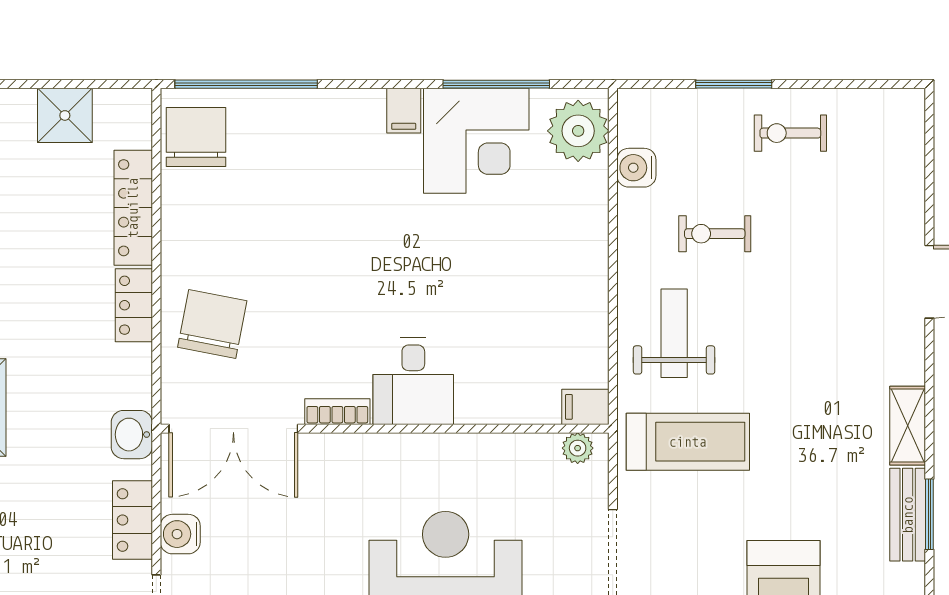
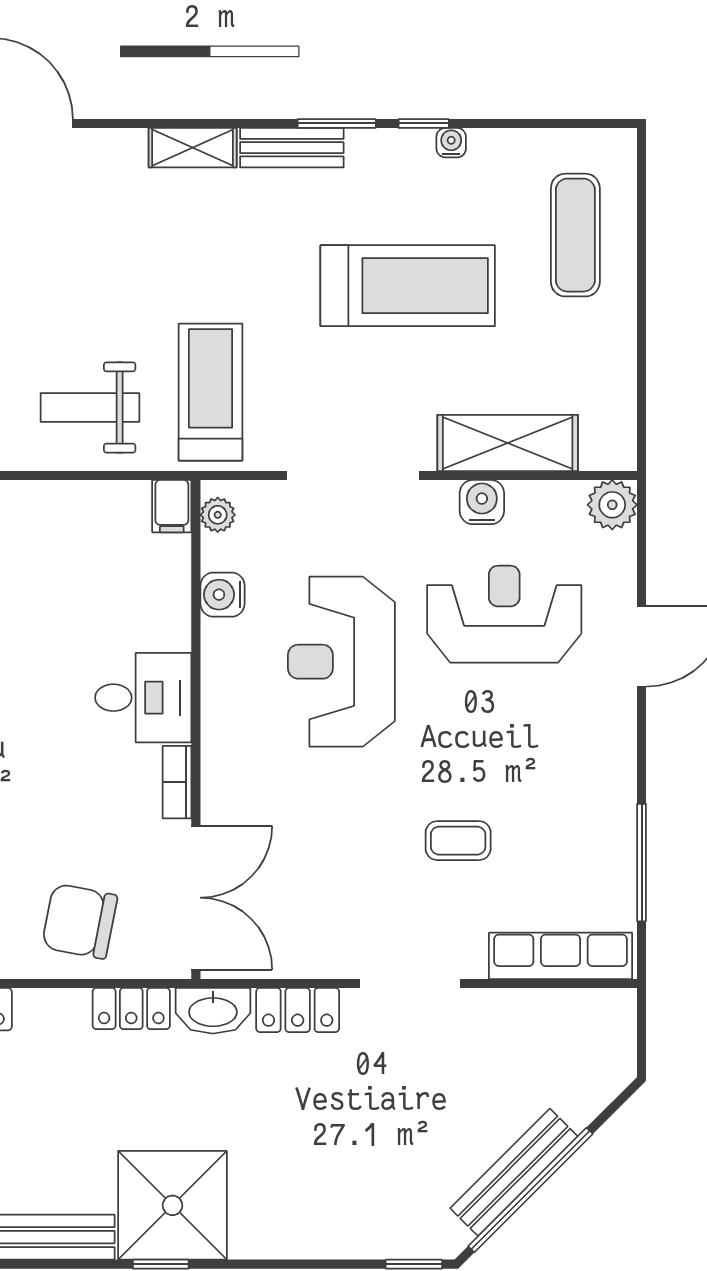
locker: (134, 305) -> (131, 1009), moved
washbasin: (132, 435) -> (213, 1011), width x1.38
window: (929, 514) -> (337, 123), moved
water cooler: (180, 534) -> (223, 595), moved, turned 90

